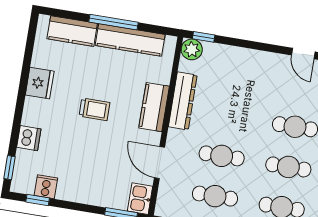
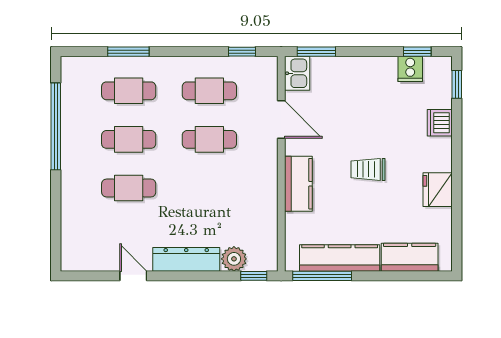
window: (113, 22) -> (322, 276), moved
plant: (192, 49) -> (234, 259), moved
dresser: (183, 101) -> (186, 259), moved, turned 90

